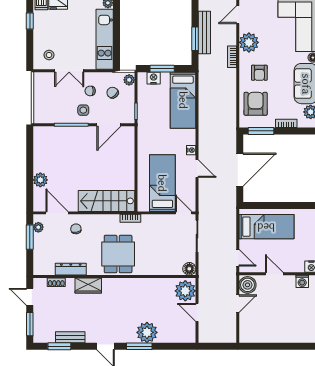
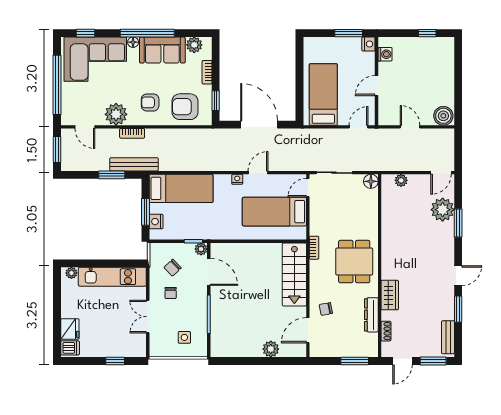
window: (30, 21) -> (115, 361), moved
bench: (204, 32) -> (134, 164), moved
stool: (49, 55) -> (130, 339), removed
double door: (69, 71) -> (148, 317), swing flipped
armchair: (259, 73) -> (150, 102), turned 180
plant: (129, 80) -> (201, 249), moved
side table: (83, 110) -> (184, 337), moved
window: (261, 131) -> (216, 101), width x0.67
plant: (38, 227) -> (324, 351), removed
window: (30, 237) -> (355, 361), moved
dining table: (118, 254) -> (354, 262), turned 90
boiler: (248, 285) -> (443, 116), moved
plant: (185, 291) -> (401, 180), width x0.53, depth x0.53
door: (197, 312) -> (441, 173), moved
plant: (147, 332) -> (443, 210), moved
bench: (70, 337) -> (448, 337), moved
window: (59, 346) -> (458, 309), moved
window: (139, 346) -> (458, 223), moved

